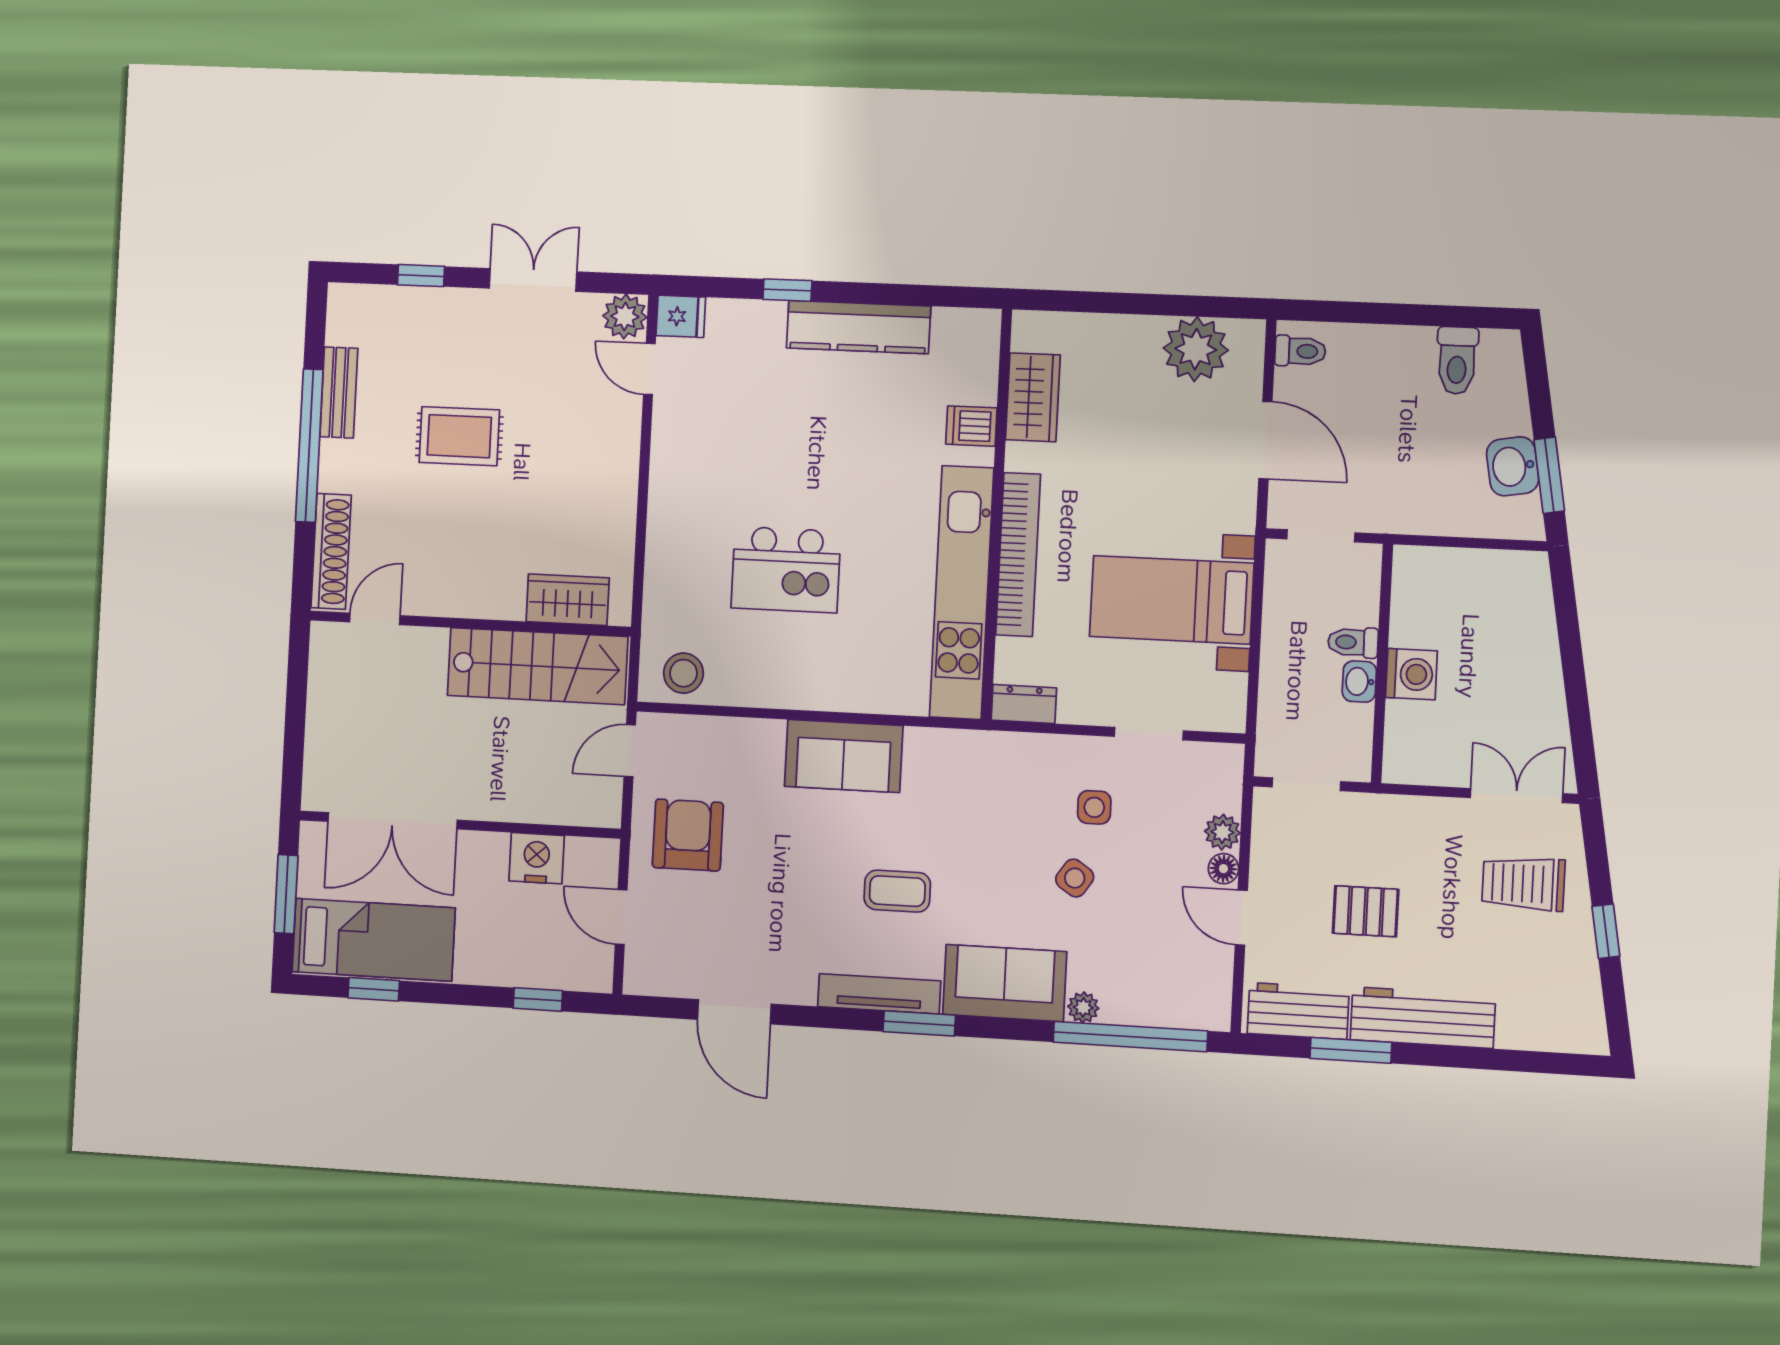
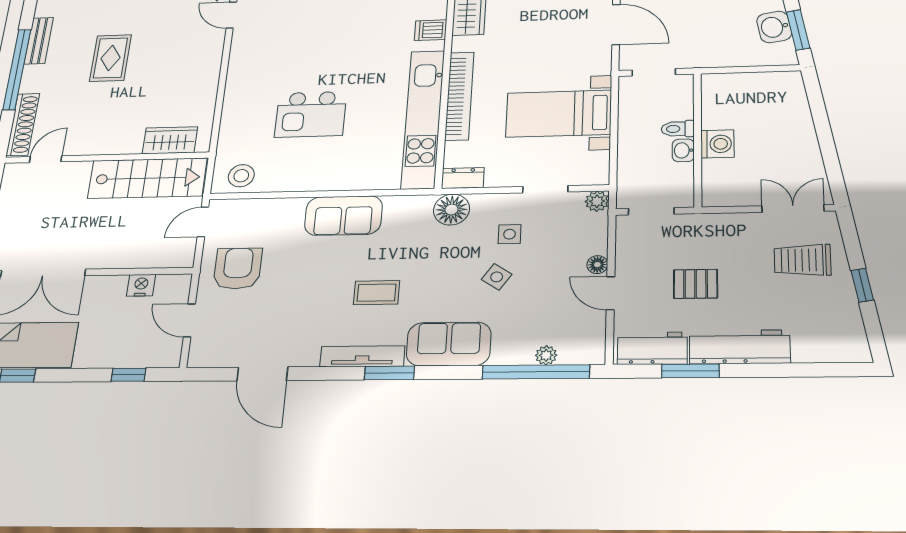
rug: (459, 436) -> (111, 58), turned 90
floor lamp: (1007, 758) -> (452, 210), added
plant: (1222, 832) -> (597, 201), moved
nightstand: (537, 858) -> (141, 285), width x0.74, depth x0.75
plant: (1083, 1007) -> (546, 355), moved

